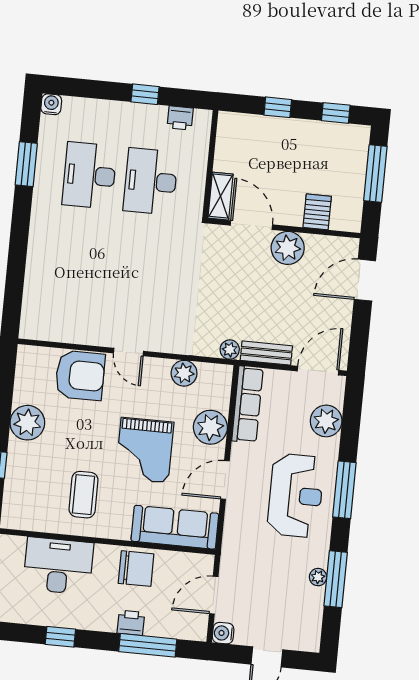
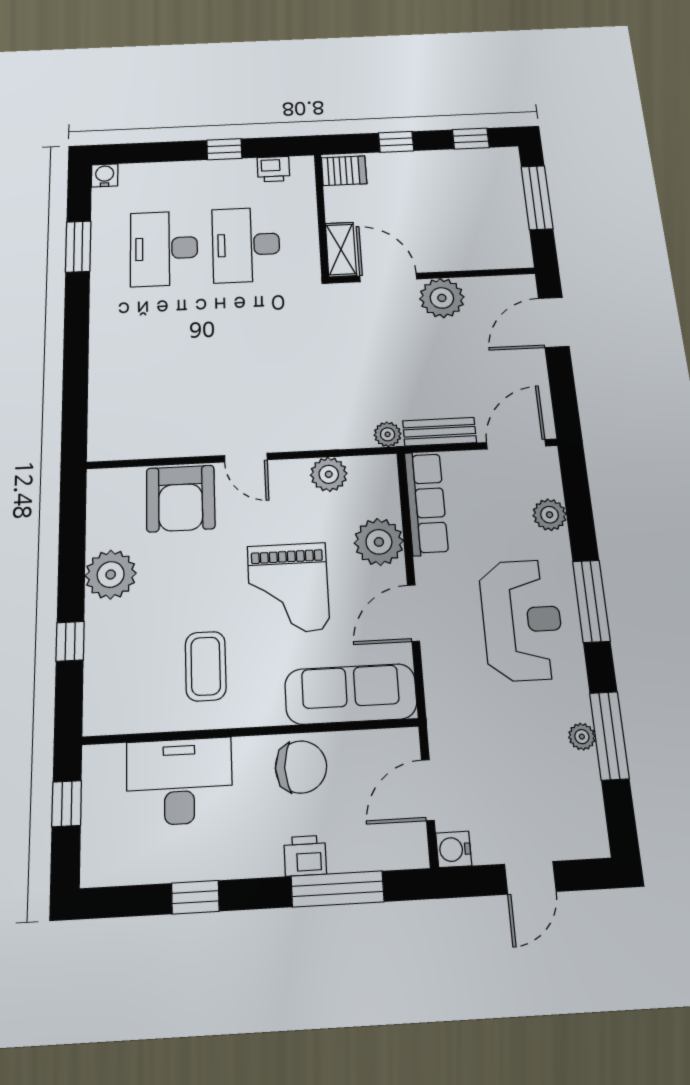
server rack: (317, 212) -> (344, 171), moved, turned 90
armchair: (80, 375) -> (181, 498), turned 90
plant: (326, 421) -> (550, 515), width x0.73, depth x0.73

